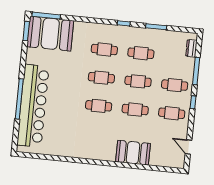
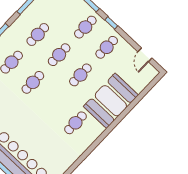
cafe table: (99, 106) -> (75, 123), moved
door: (188, 147) -> (145, 55), hinge flipped
booth: (133, 153) -> (111, 101), width x1.36, depth x1.42

